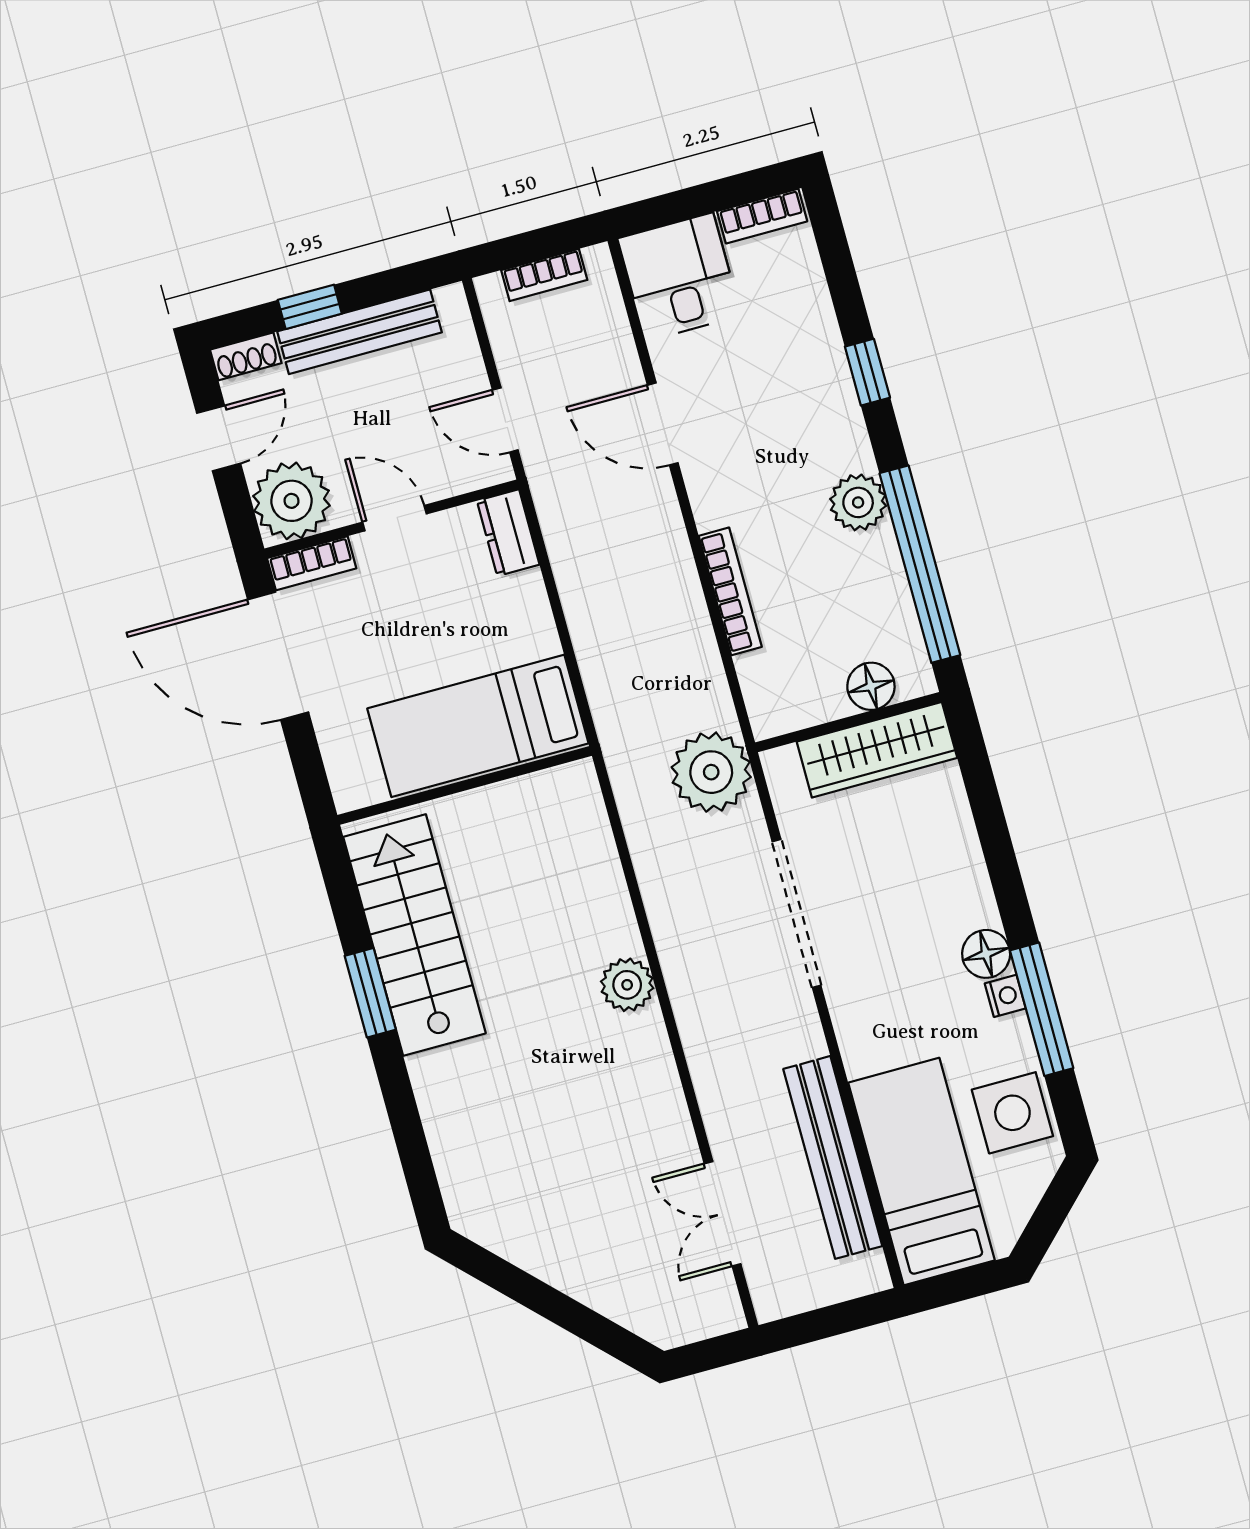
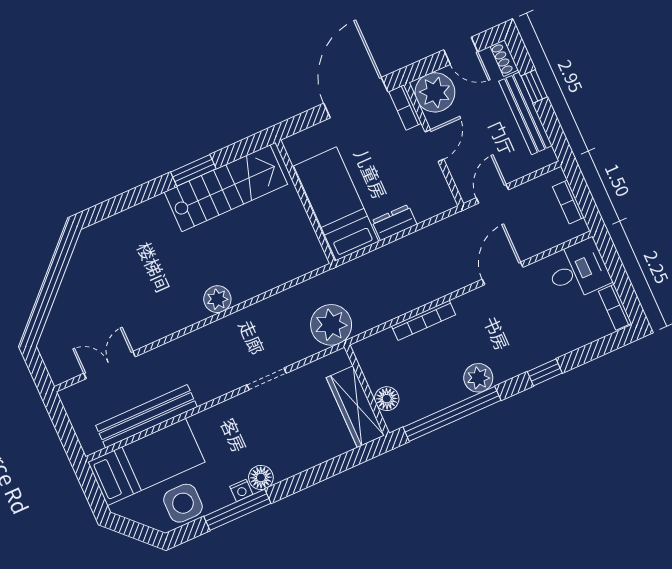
dresser: (508, 533) -> (394, 223), moved
doorway: (797, 913) -> (267, 379), width x0.53

